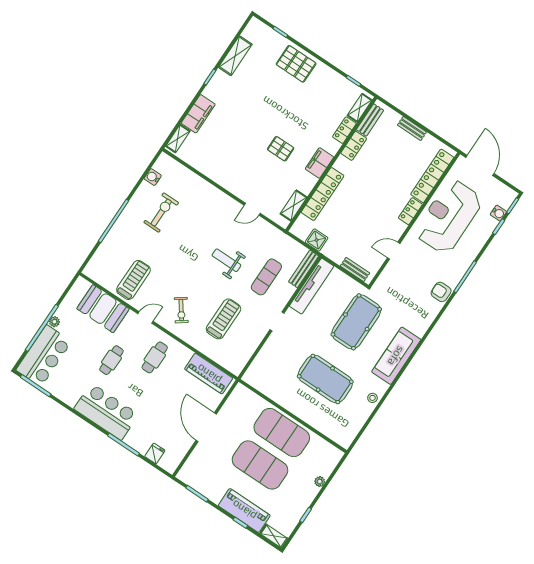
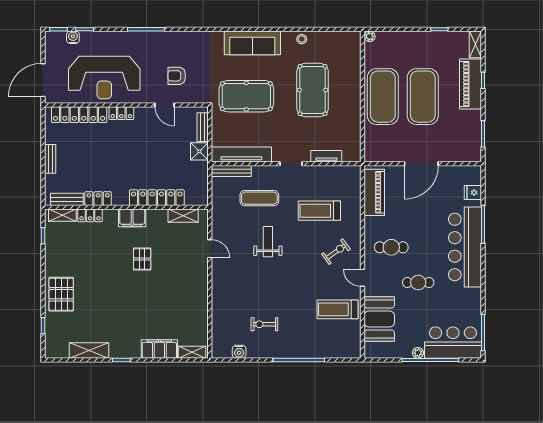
exercise bike: (161, 213) -> (264, 324), width x0.73, depth x0.72
shower: (317, 240) -> (199, 151), moved
weight bench: (226, 260) -> (268, 242), turned 180
armchair: (441, 292) -> (177, 76), moved, turned 90
tv unit: (264, 354) -> (326, 156), added
bar counter: (106, 412) -> (465, 247), width x1.36
plant: (320, 482) -> (370, 36), moved

